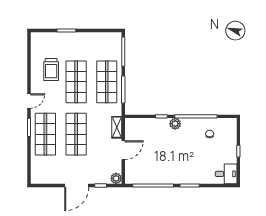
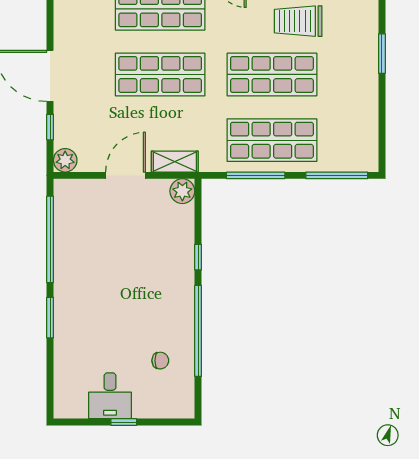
plant: (175, 124) -> (182, 191), moved
door: (123, 150) -> (125, 175), swing flipped
desk: (226, 174) -> (110, 396), moved

